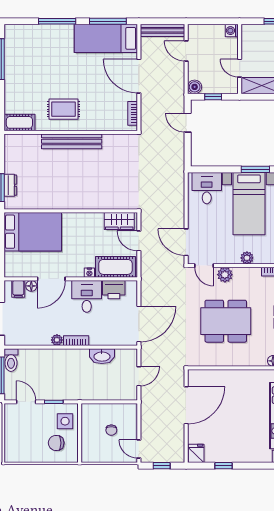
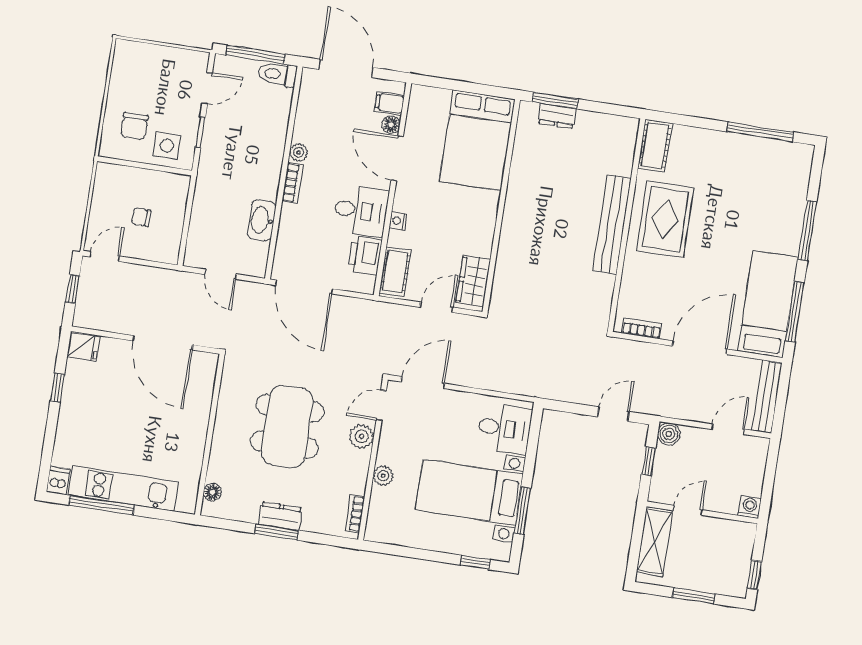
rug: (63, 109) -> (665, 219), width x1.36, depth x1.43
cot: (115, 267) -> (395, 272), width x0.73, depth x0.75
chair: (56, 443) -> (134, 126), turned 180

